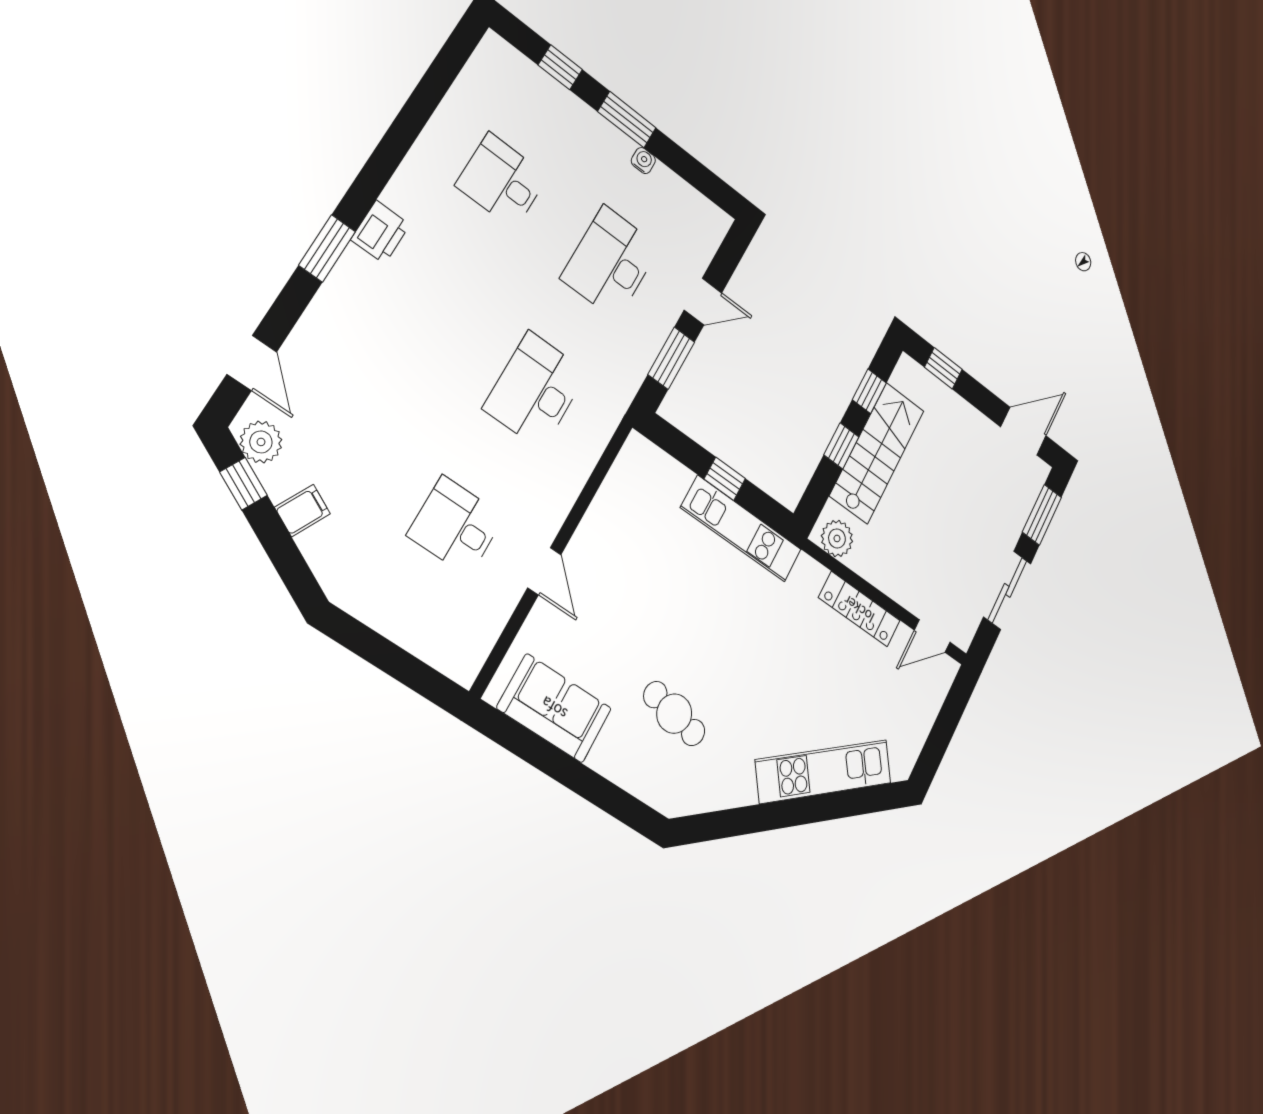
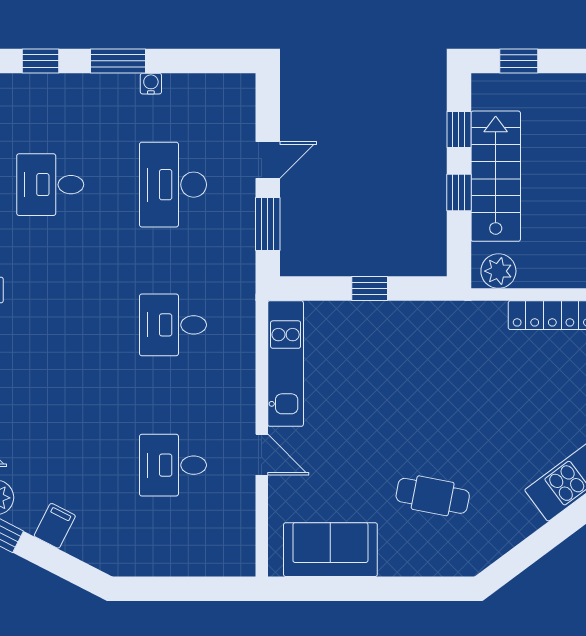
desk: (535, 390) -> (173, 325), width x0.73
kitchen unit: (741, 529) -> (286, 364), moved, turned -90

